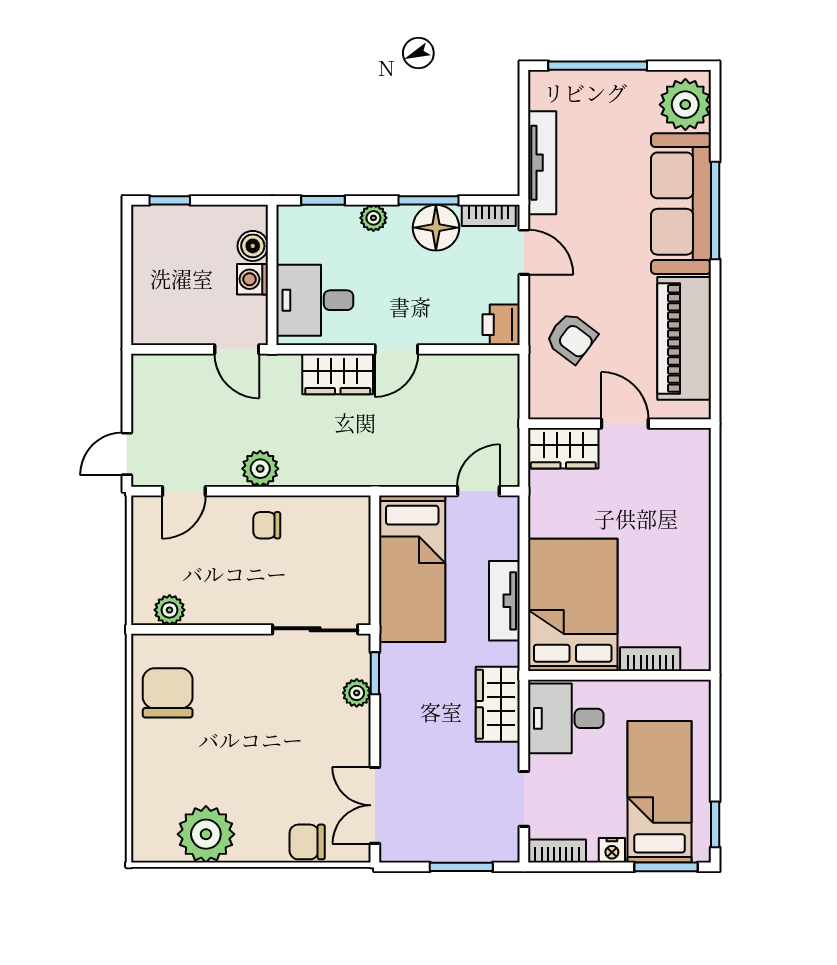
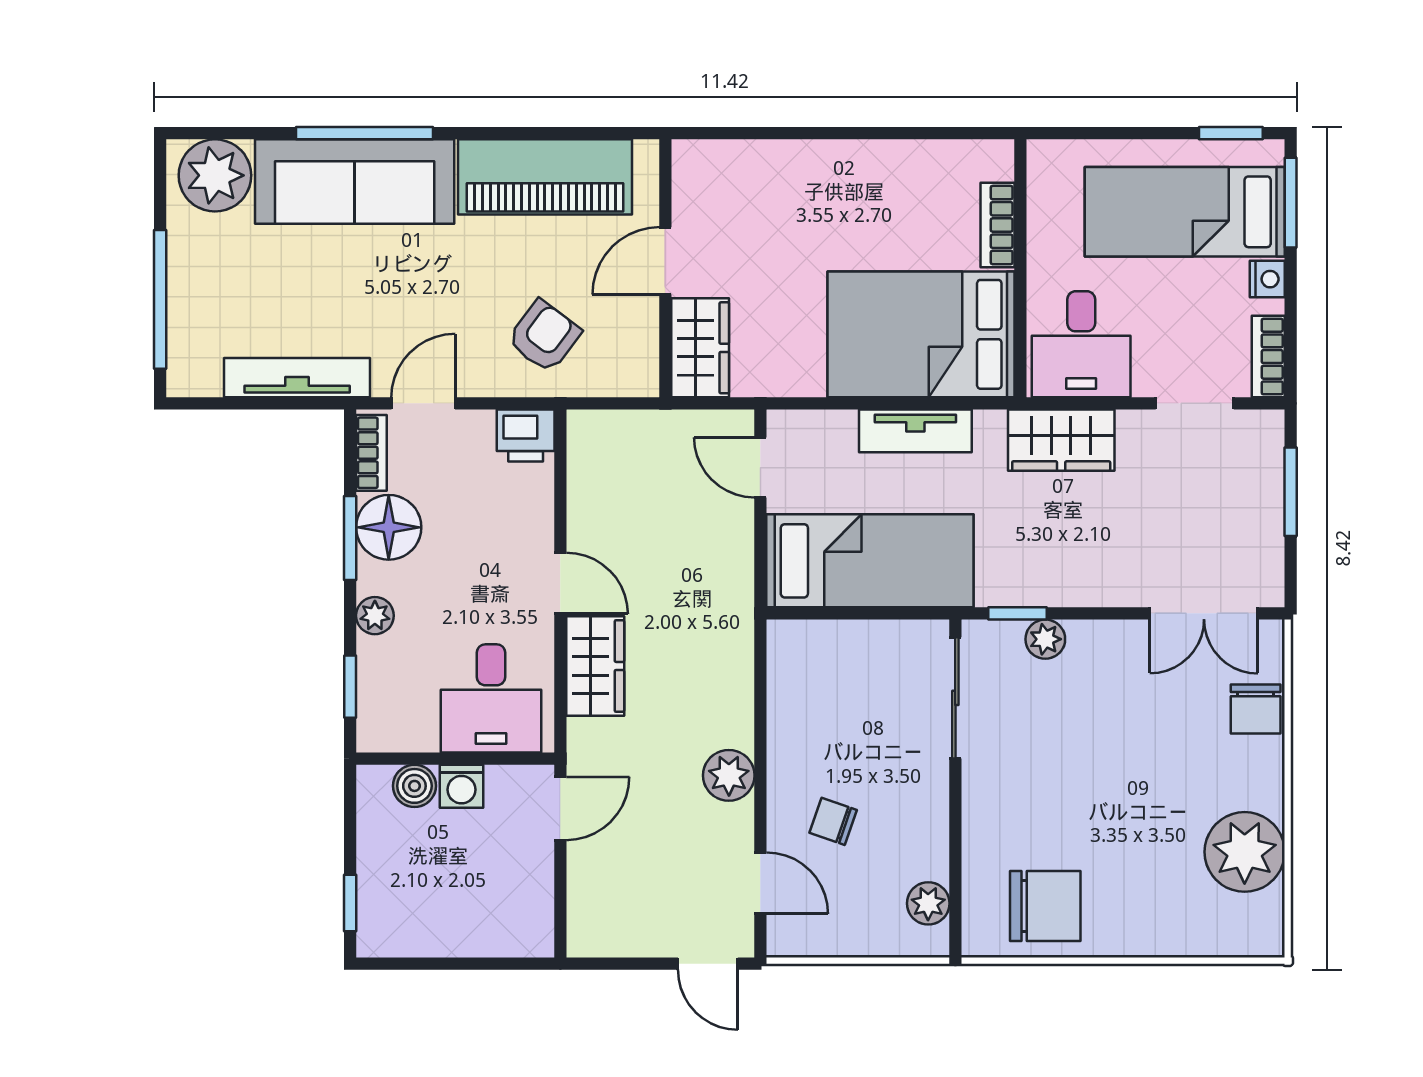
chair: (267, 525) -> (833, 821), moved, turned 109
chair: (168, 693) -> (1045, 906), turned 180

